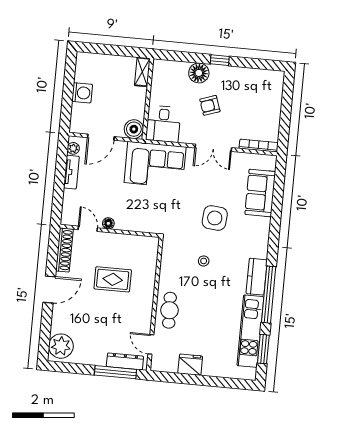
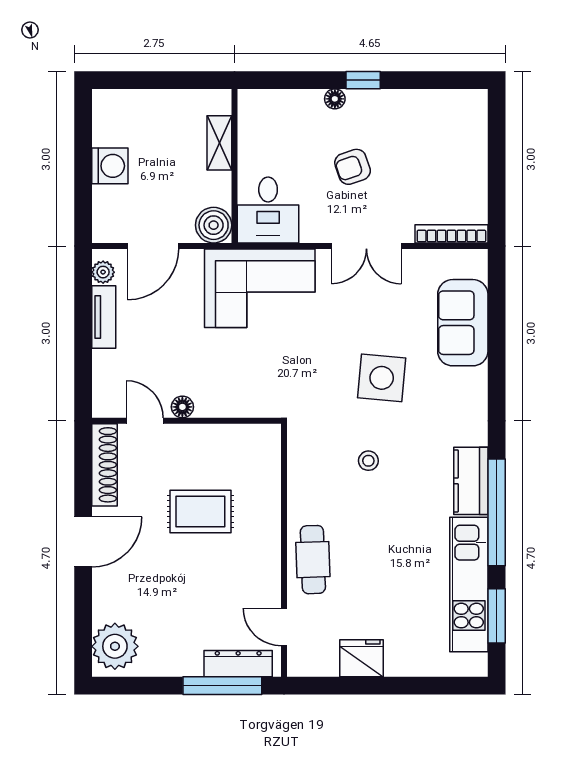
shelving: (142, 72) -> (219, 143), moved
floor lamp: (199, 73) -> (335, 99), width x0.53, depth x0.53

